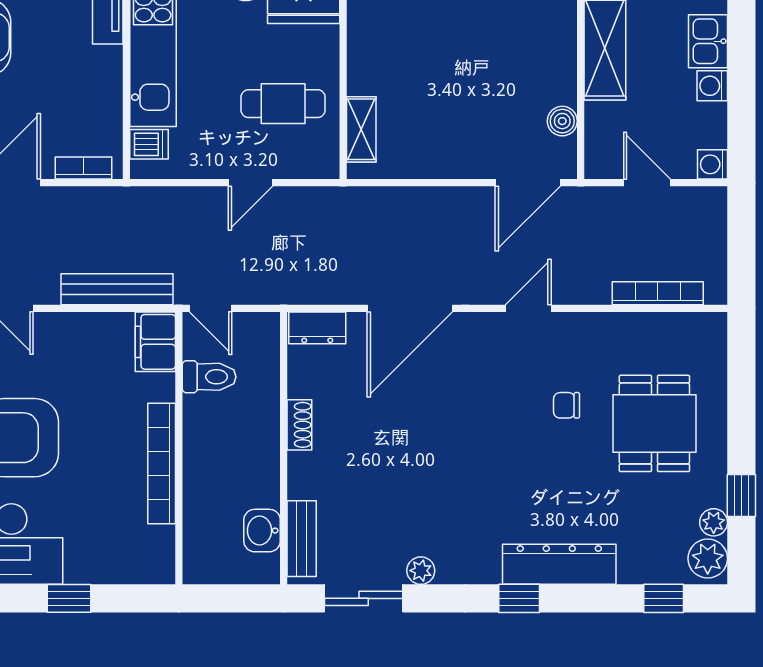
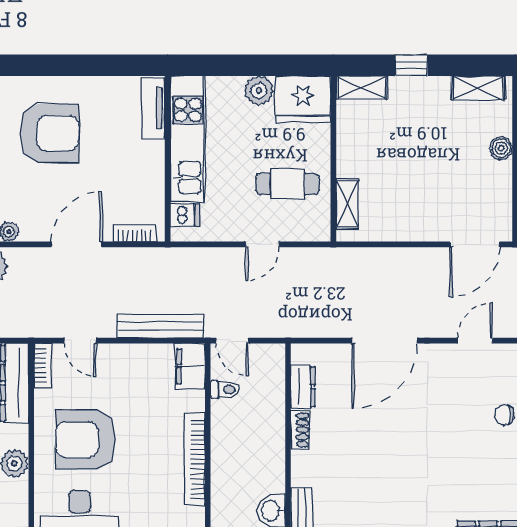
boiler: (562, 121) -> (501, 148), moved
dresser: (317, 328) -> (303, 387), moved, turned -90
toilet: (209, 377) -> (225, 390), width x0.73, depth x0.72

